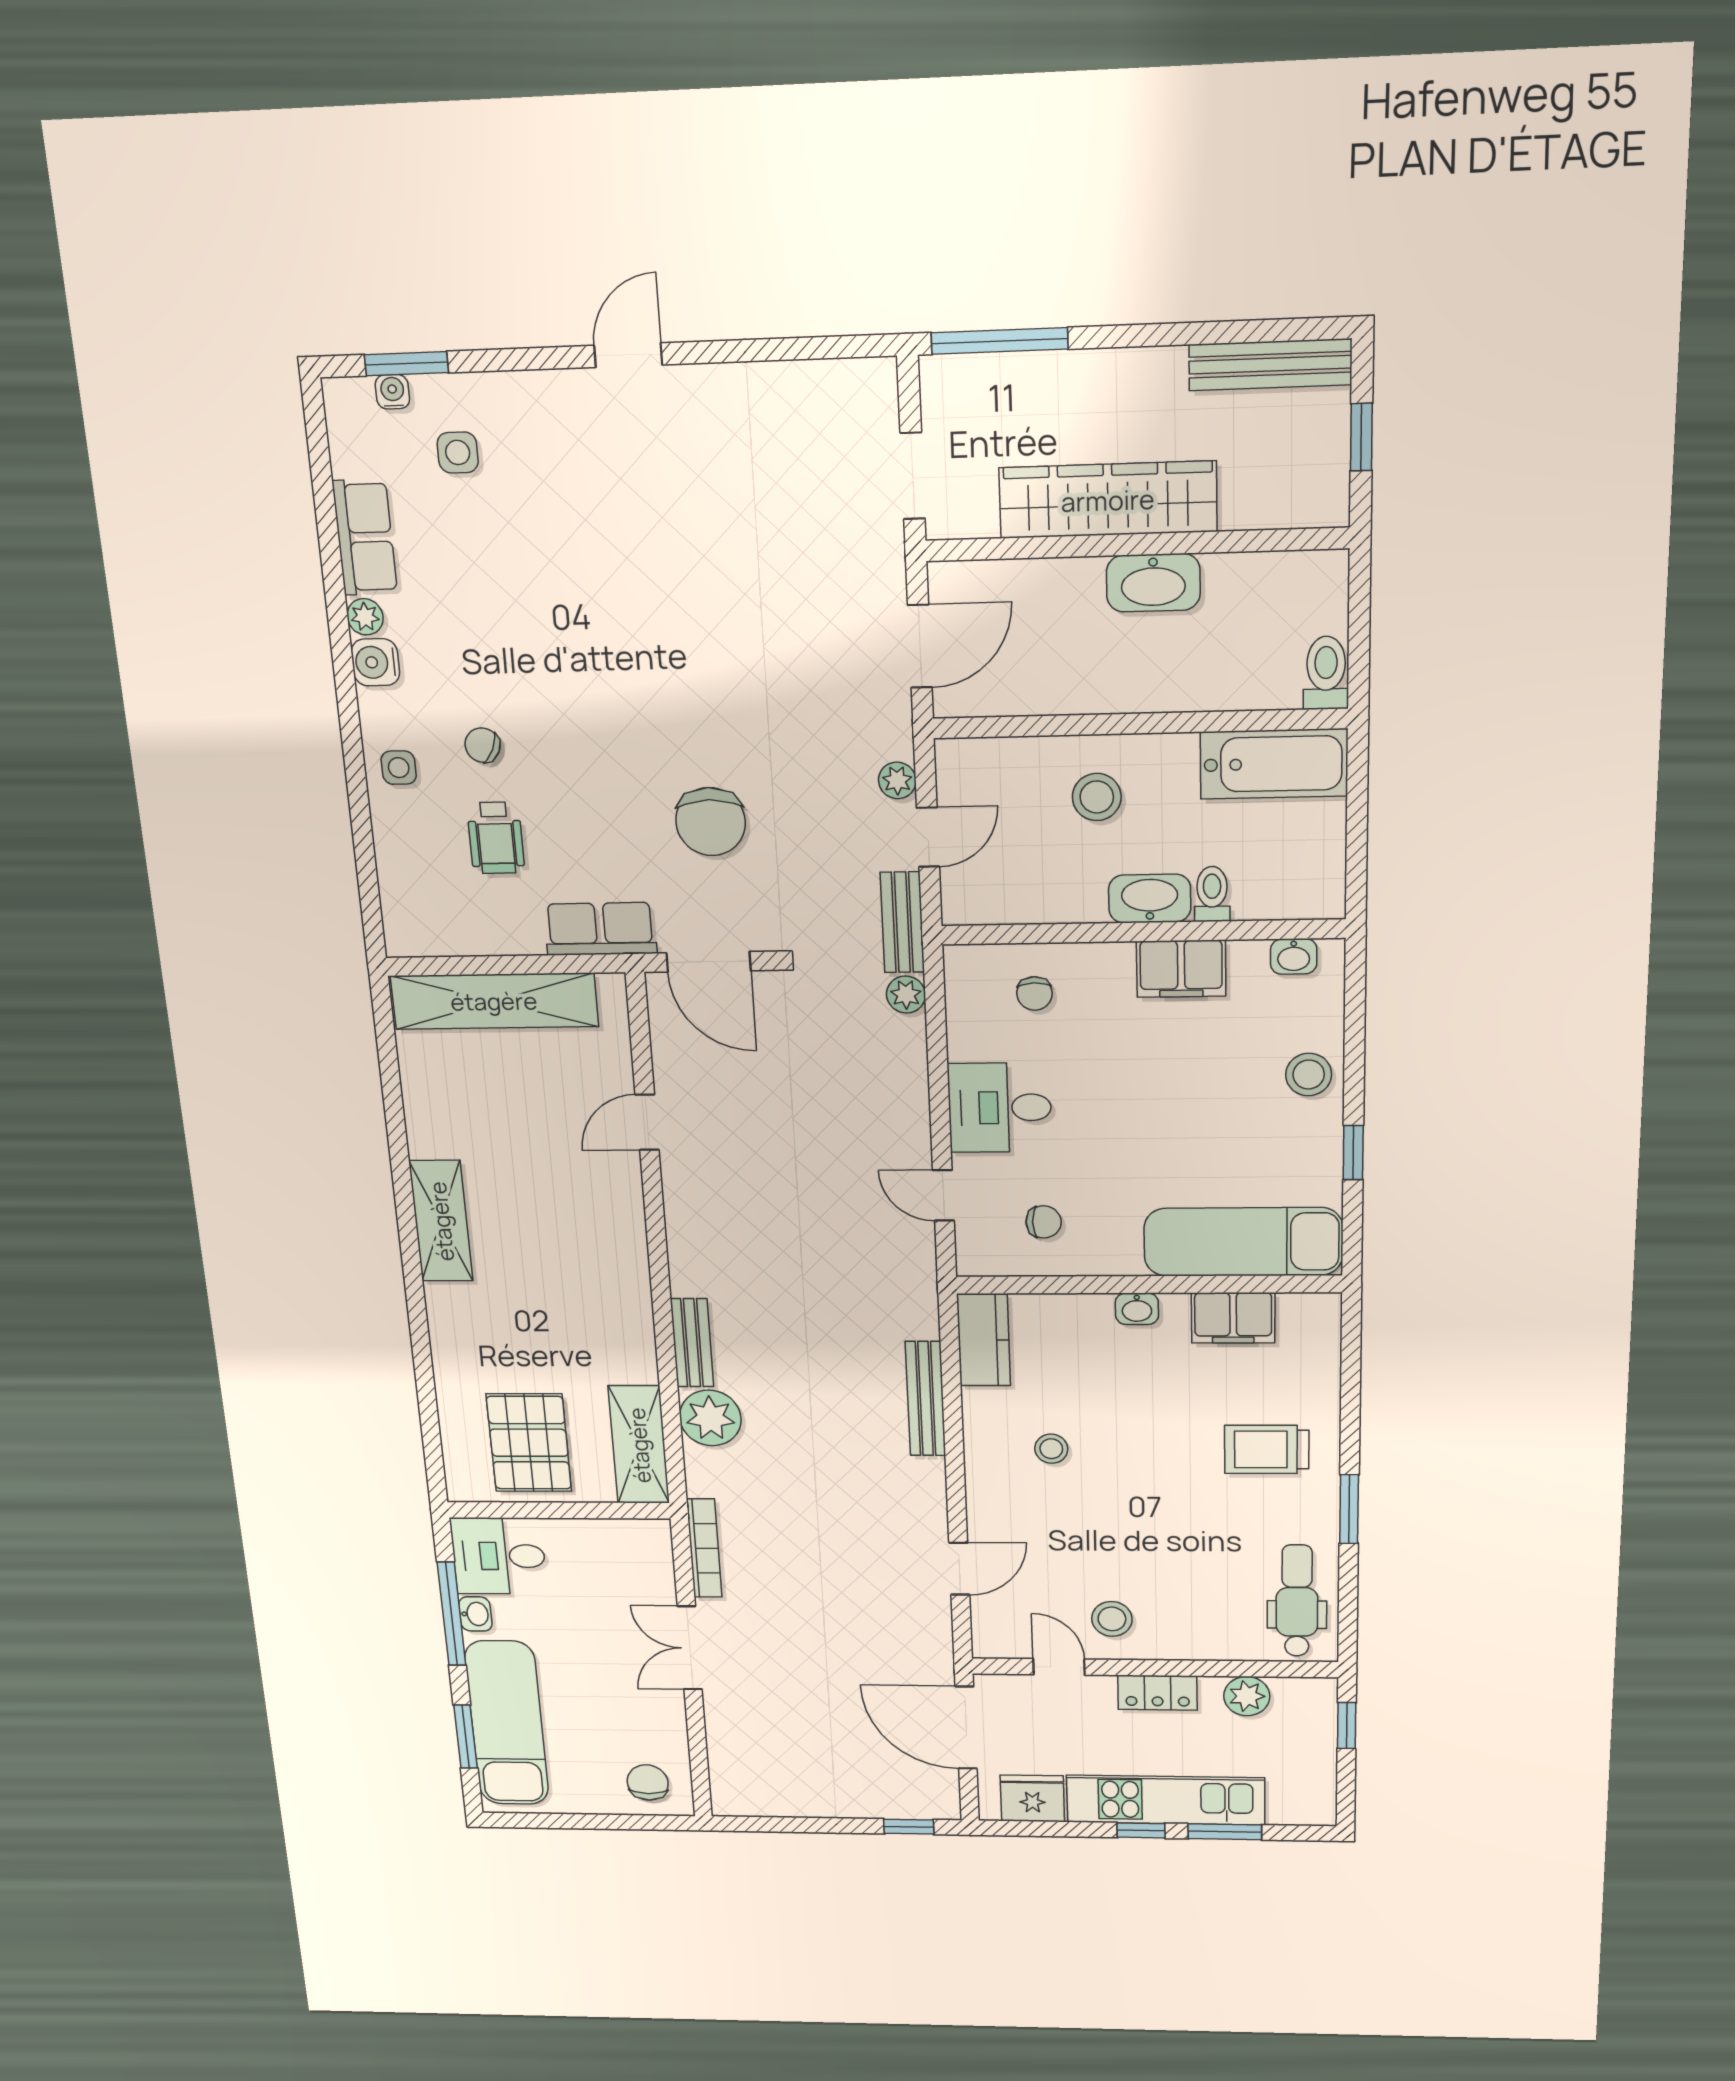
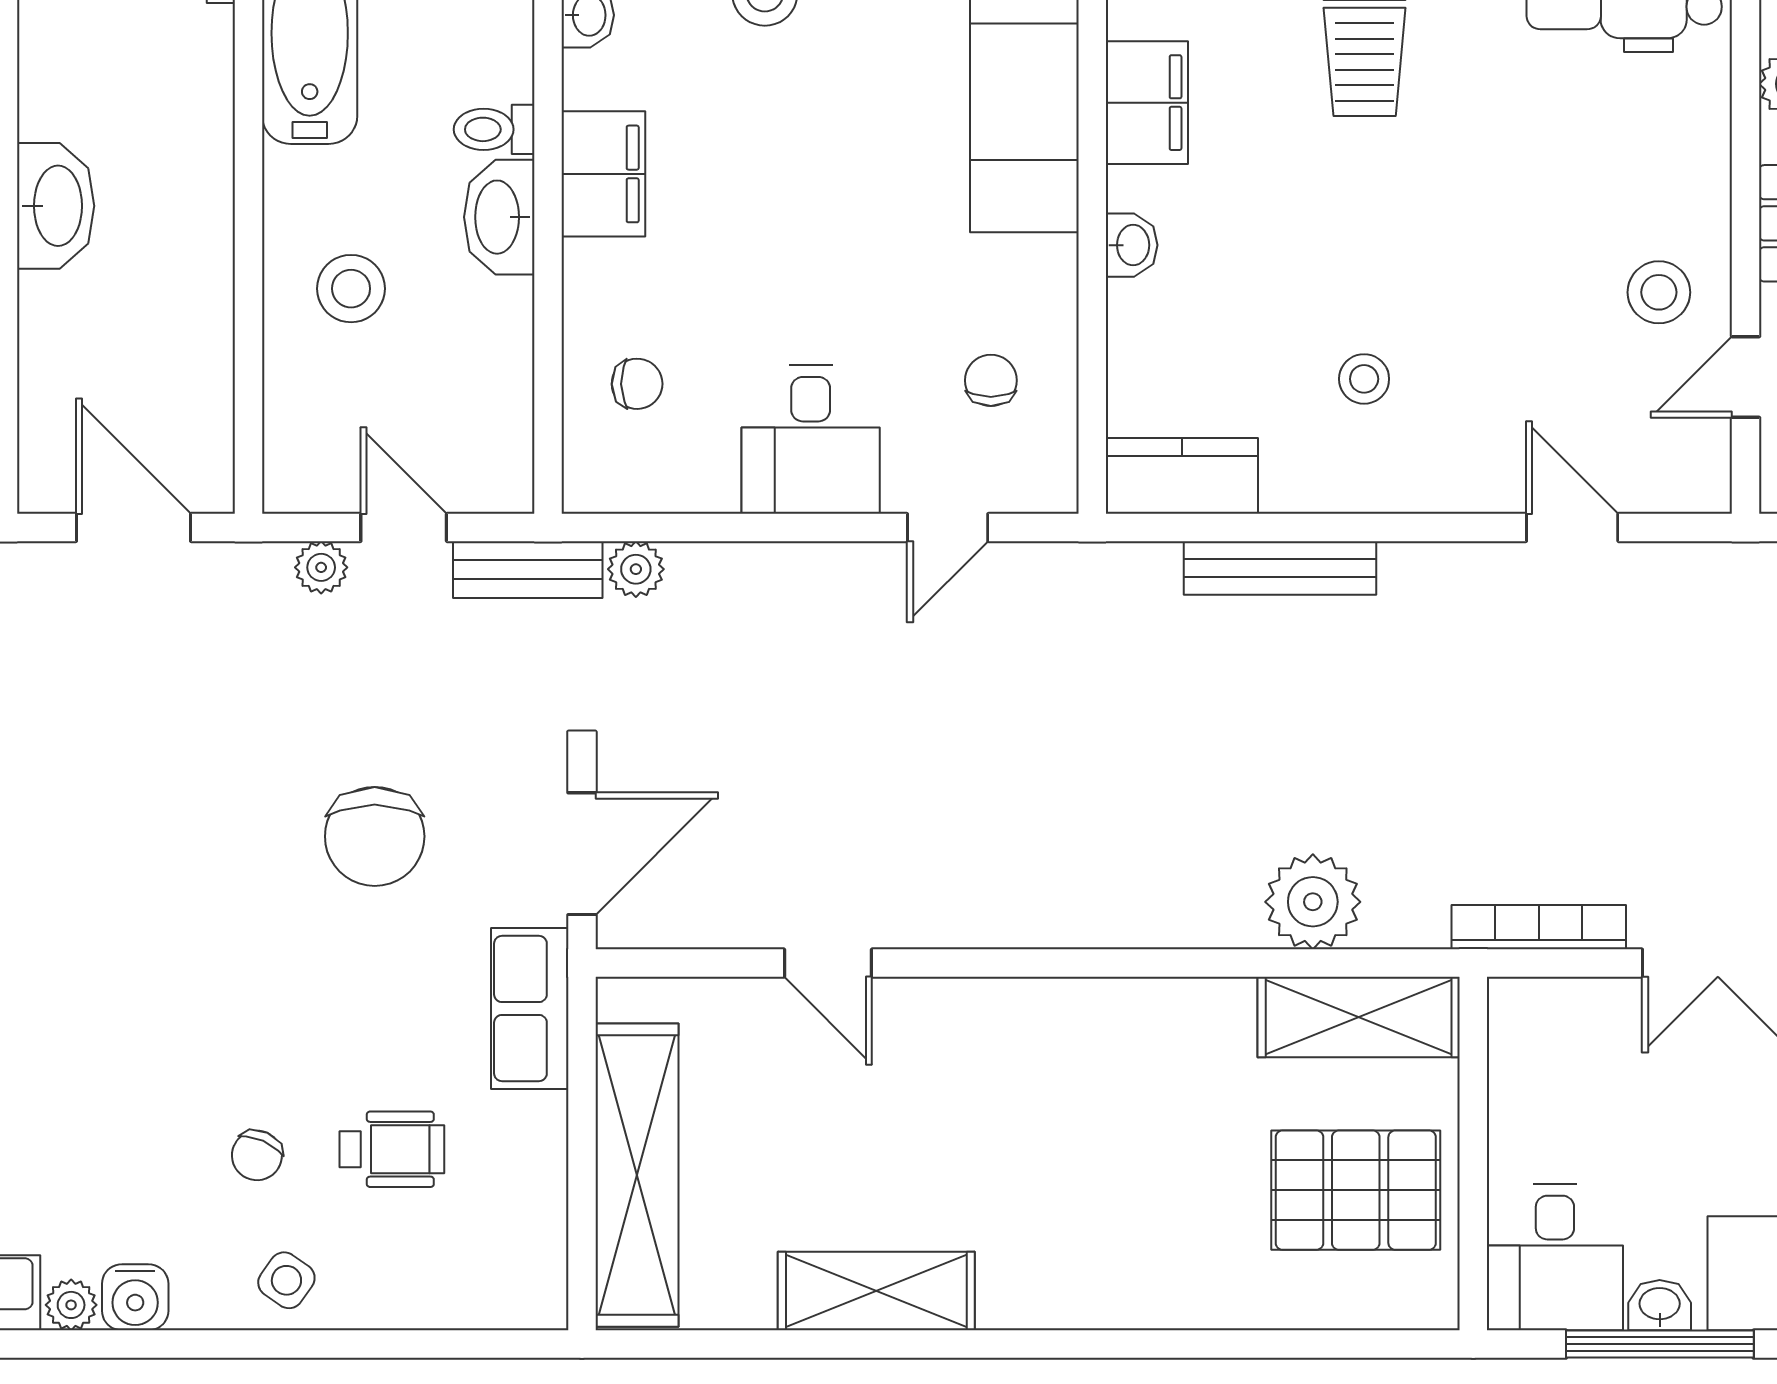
side table: (399, 768) -> (286, 1280), turned 35
chair: (711, 822) -> (375, 836), turned 90
shelving: (441, 1221) -> (876, 1291), moved
bench: (692, 1343) -> (1186, 921), removed

